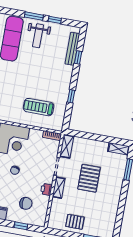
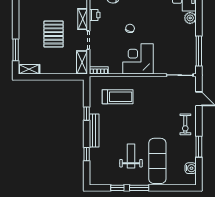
weight bench: (38, 36) -> (131, 156), moved
bench: (72, 49) -> (94, 130), moved

